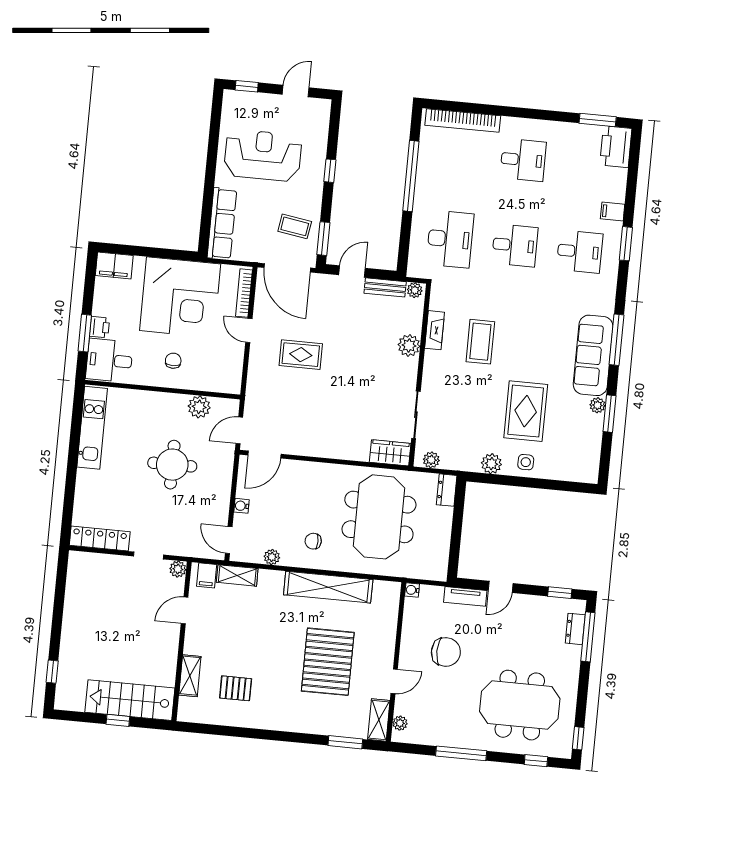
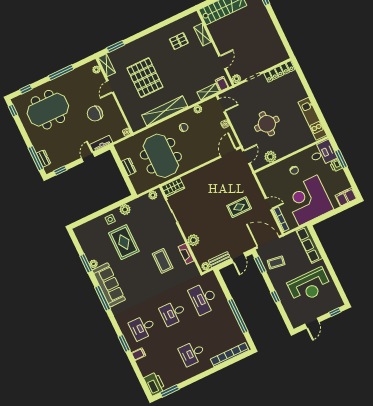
dresser: (447, 490) -> (129, 167), moved

